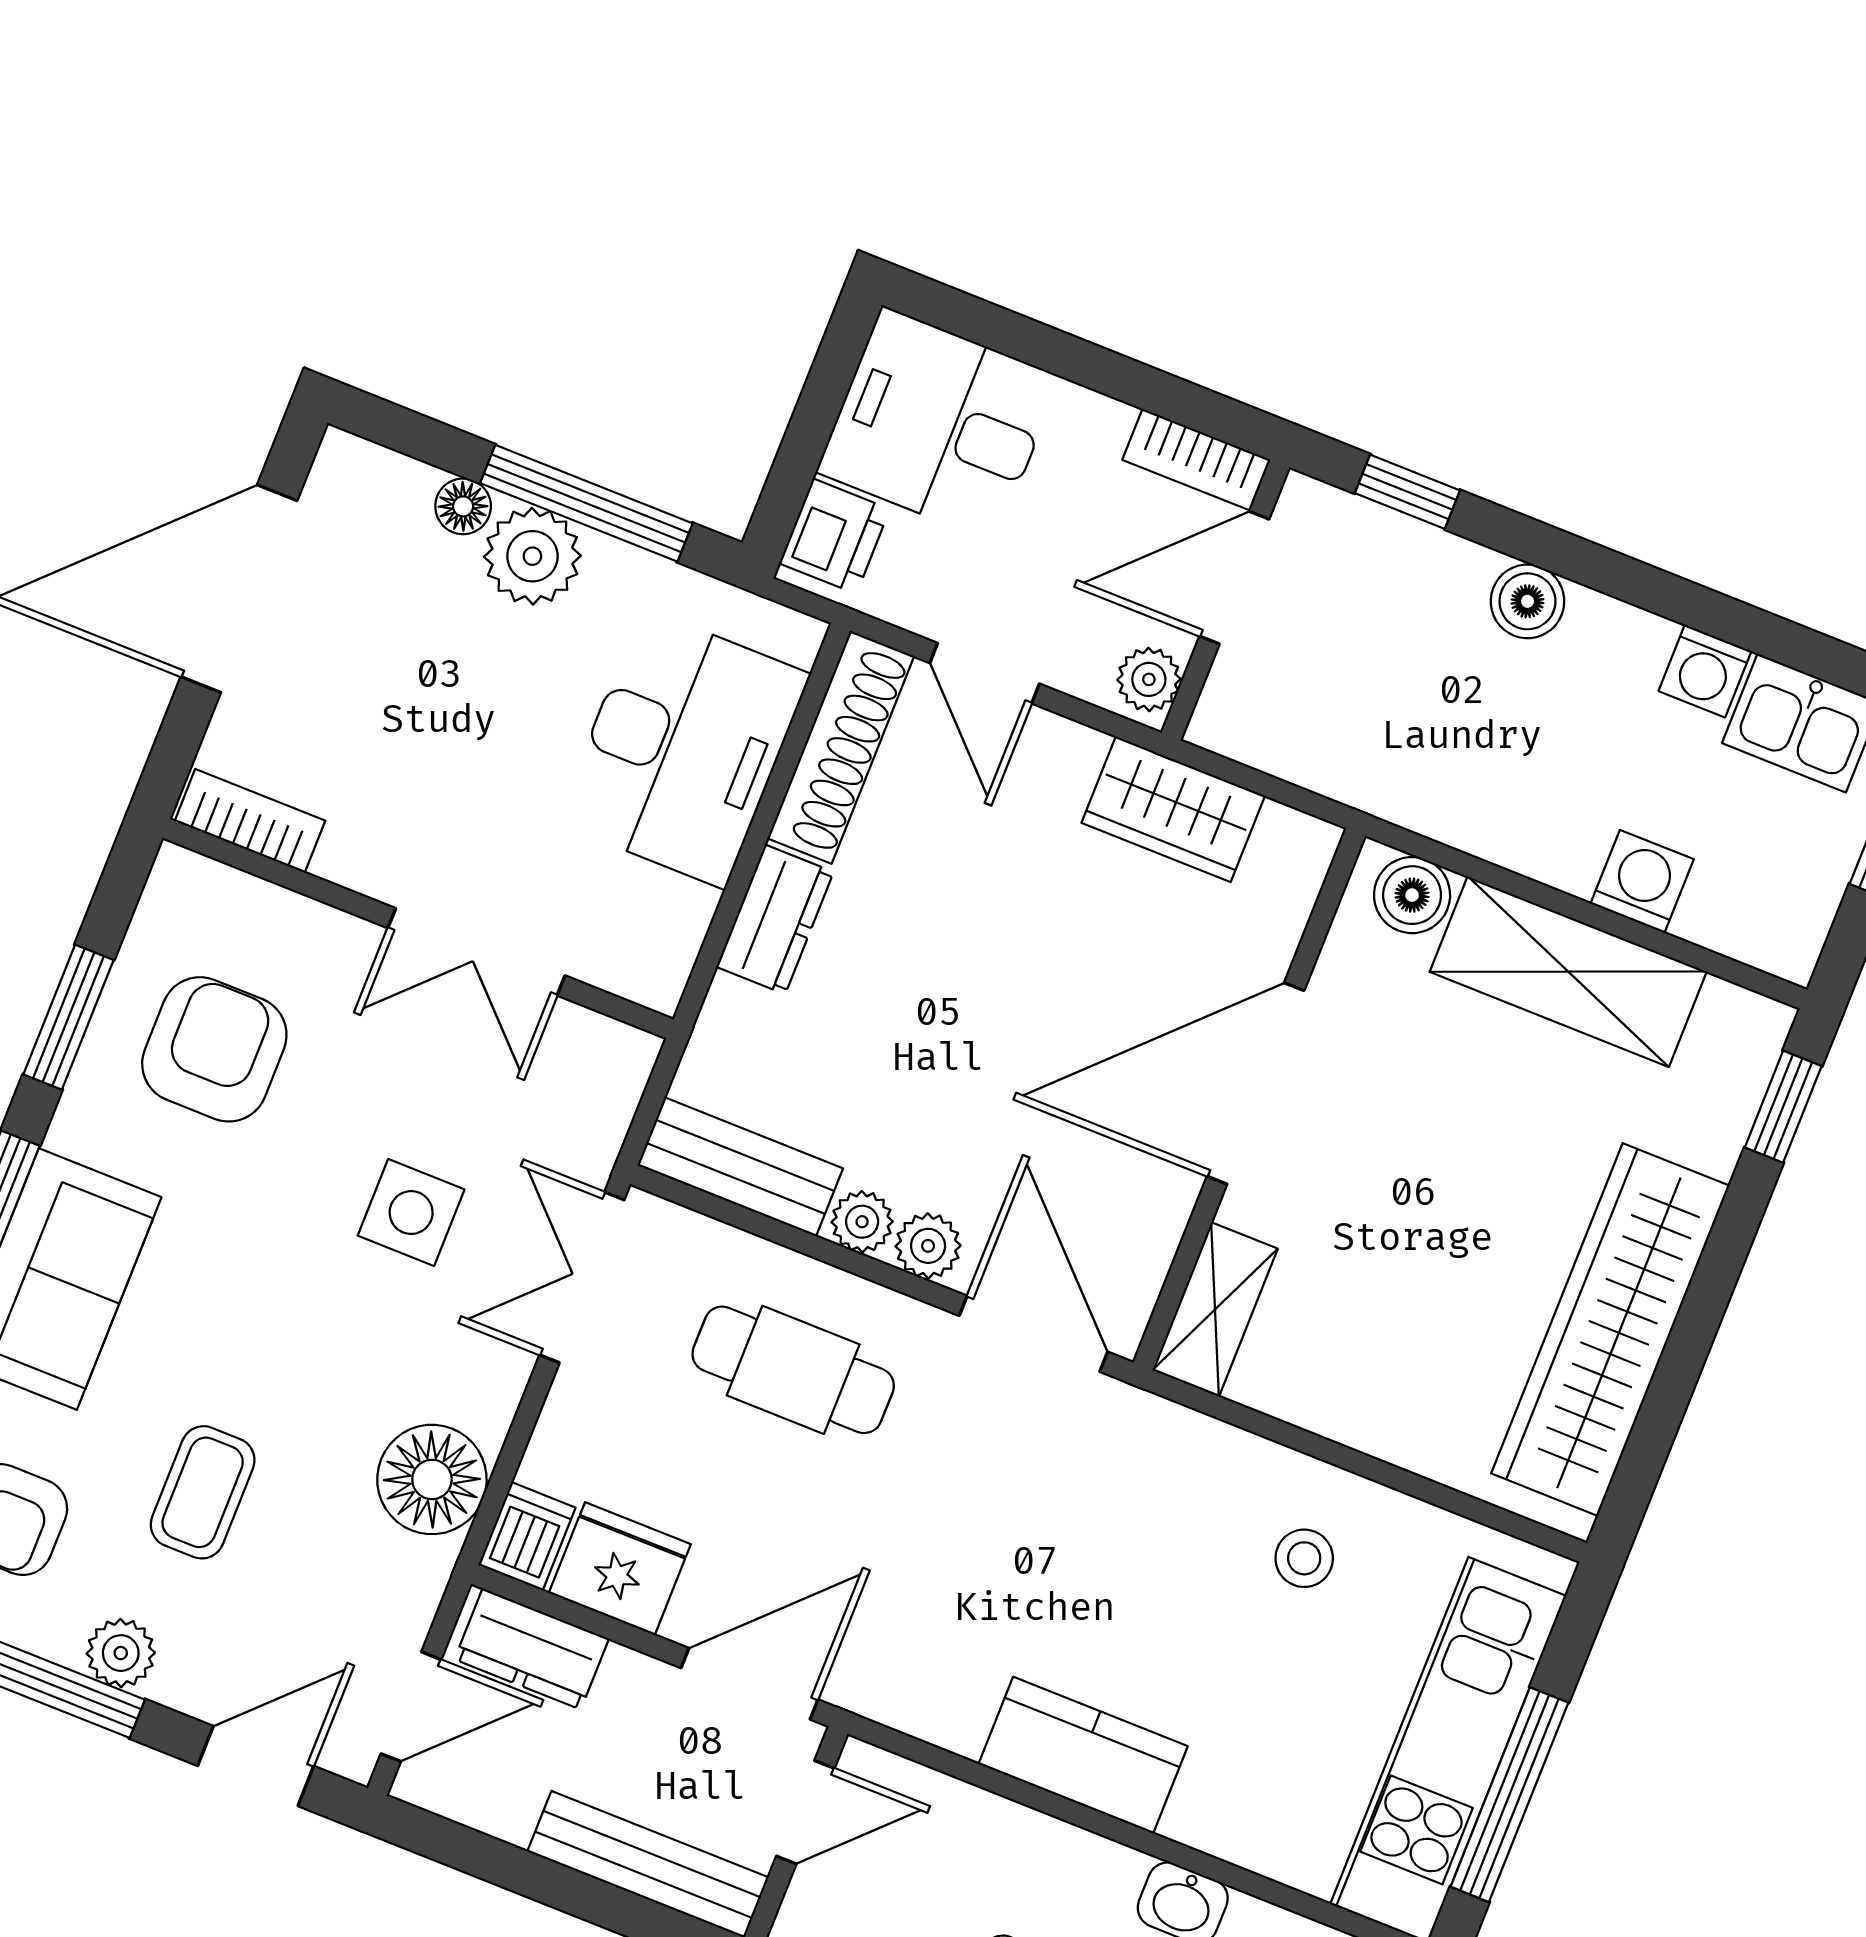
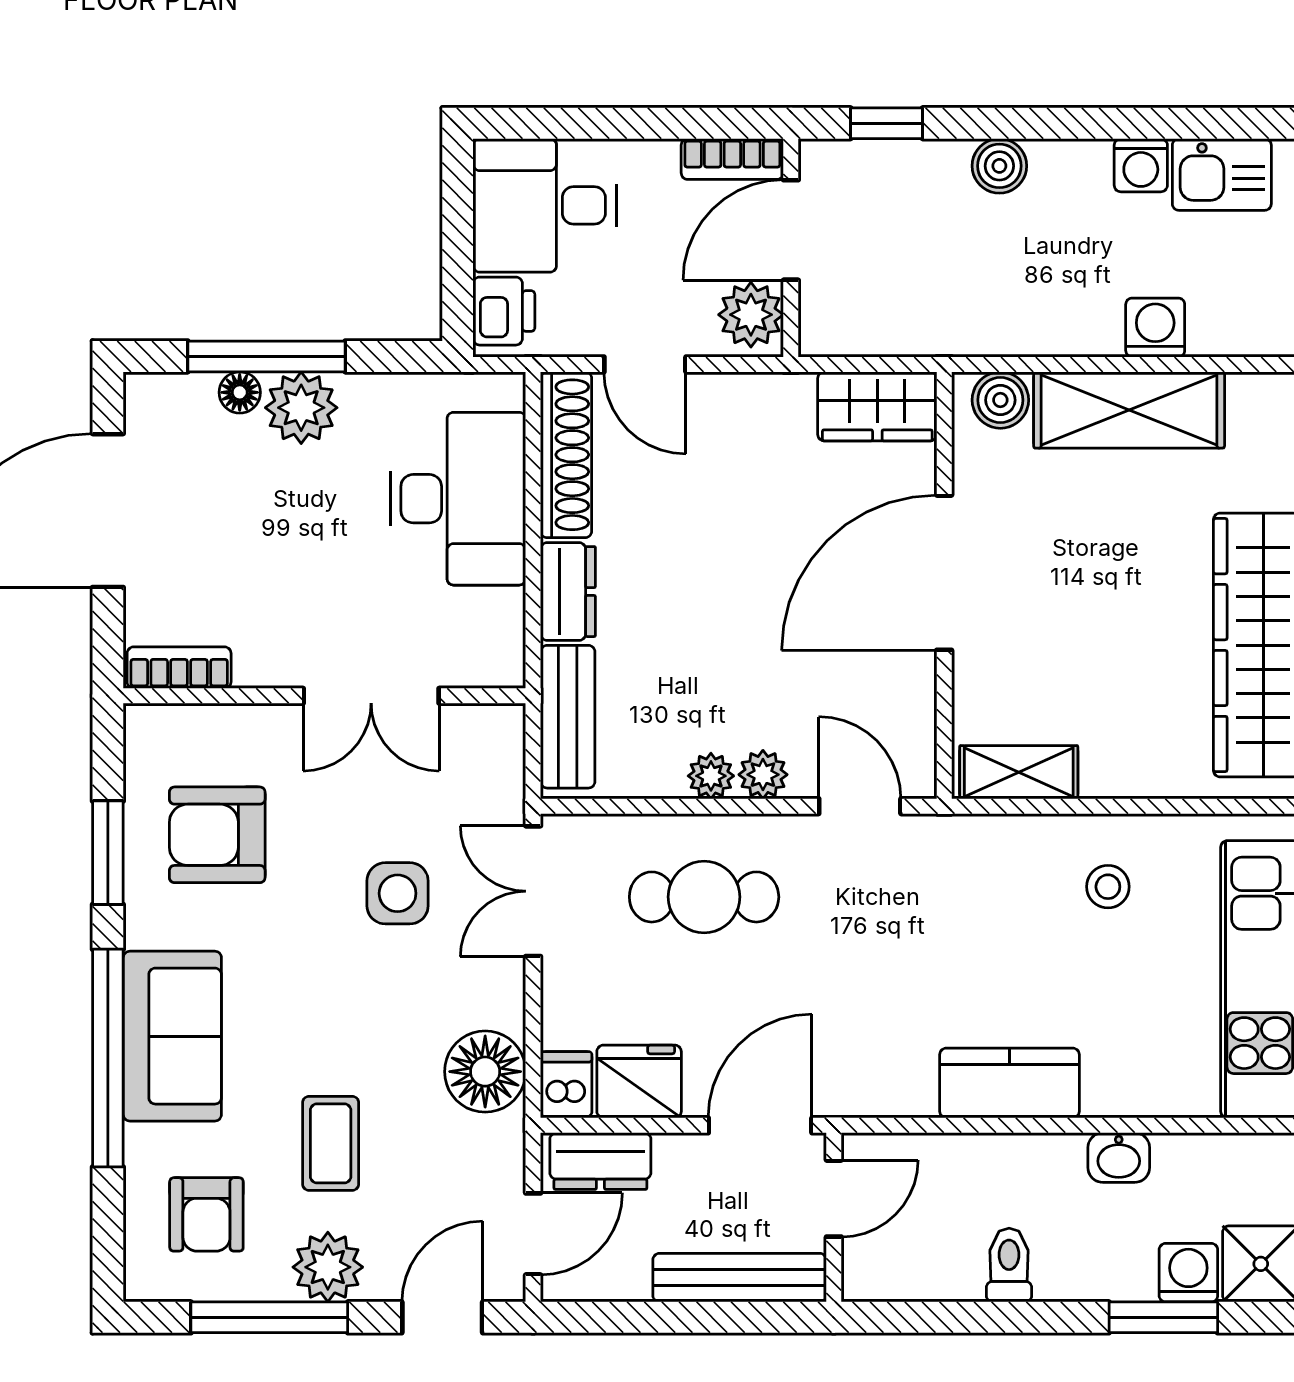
window: (586, 503) -> (266, 356), moved
plant: (1149, 679) -> (751, 315), width x1.38, depth x1.38
wardrobe: (1173, 809) -> (877, 406), moved
armchair: (214, 1049) -> (217, 835), turned -90
bench: (740, 1167) -> (568, 717), moved, turned 90
shelving: (1215, 1309) -> (1019, 772), moved, turned 90
door: (1034, 1334) -> (860, 806), width x0.73
plant: (121, 1653) -> (328, 1267), width x1.38, depth x1.38

